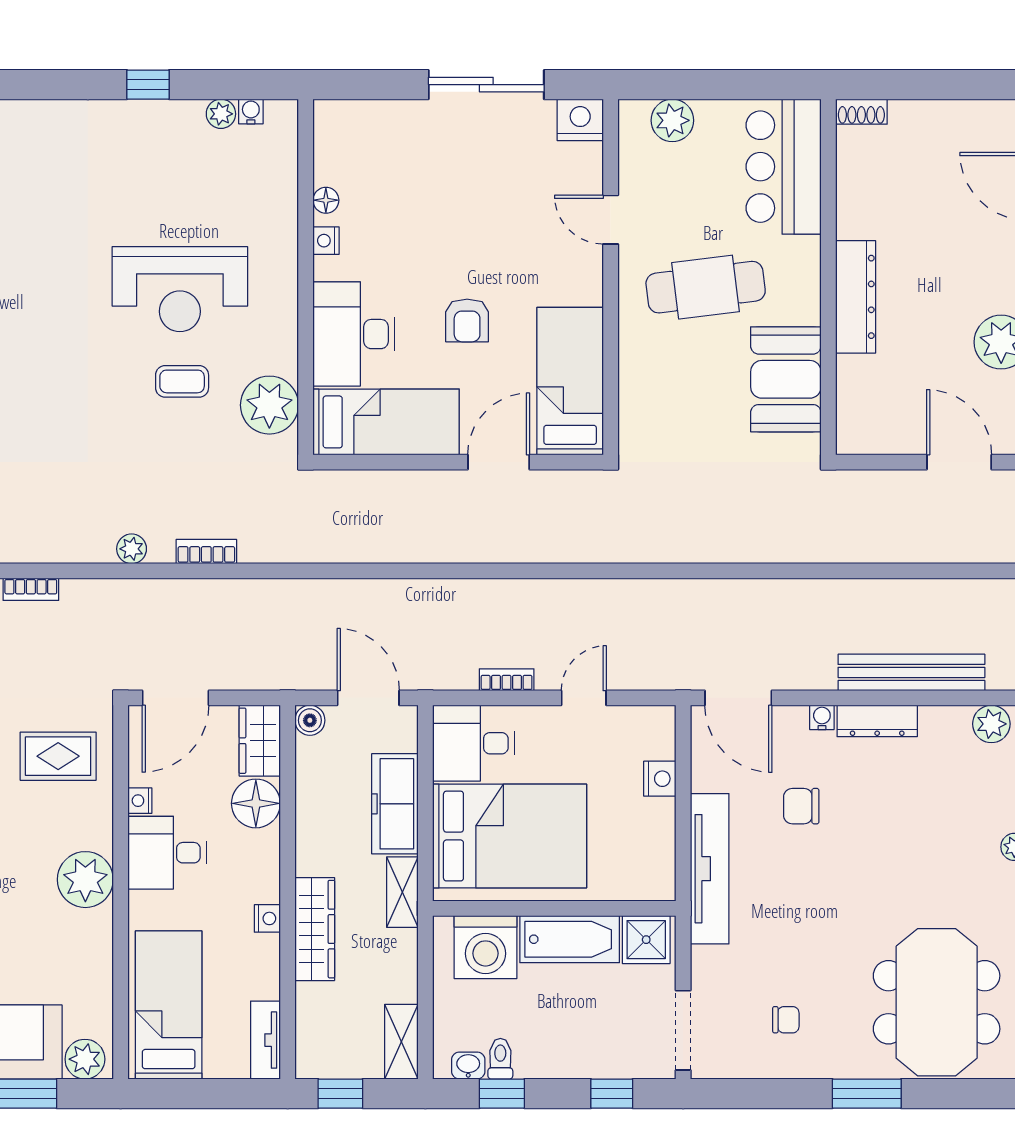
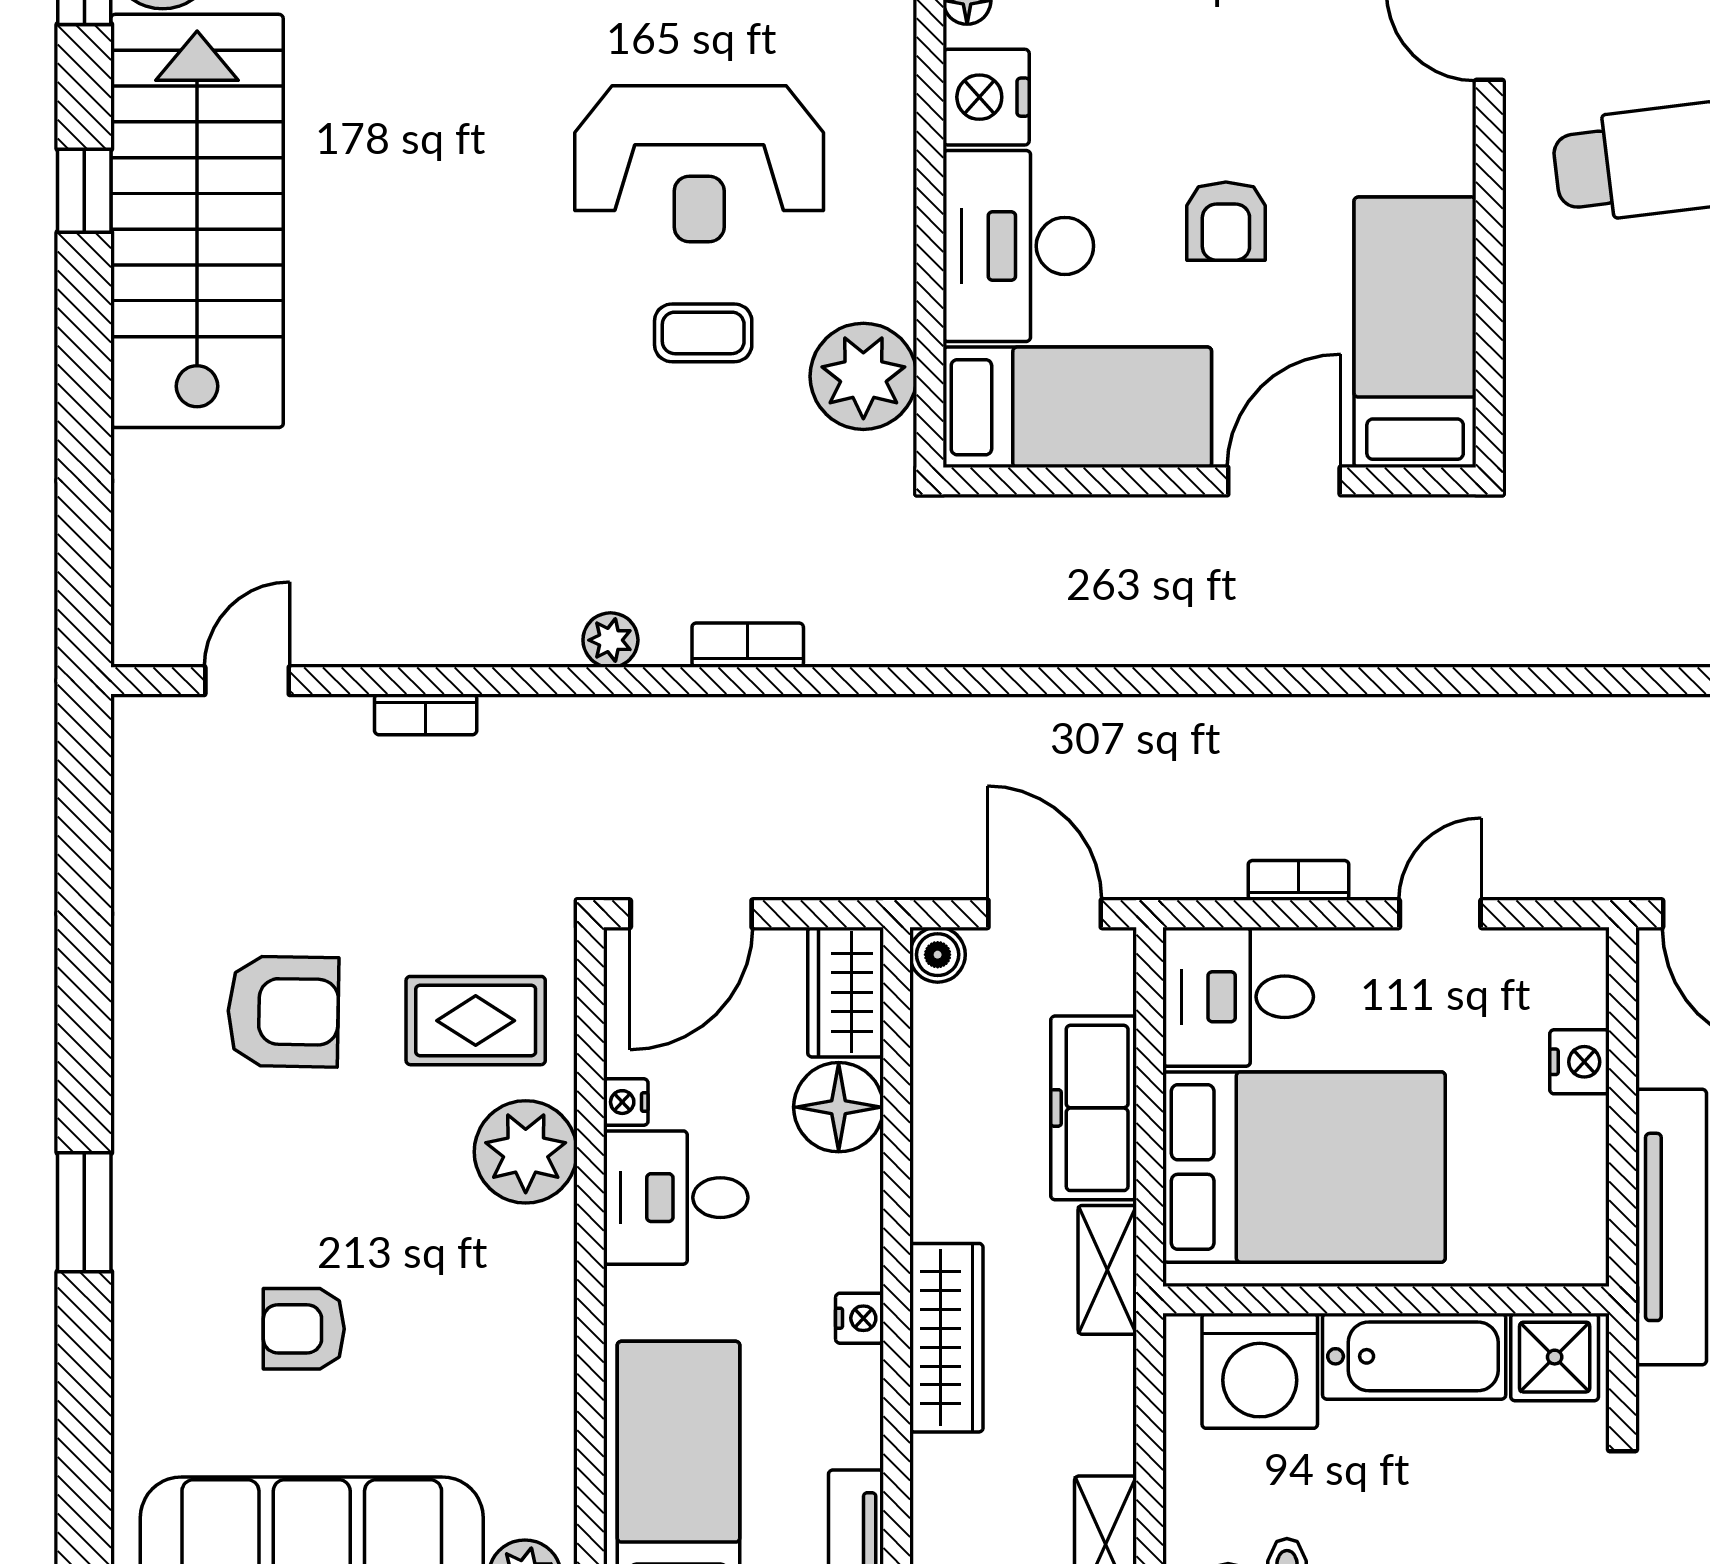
nightstand: (326, 241) -> (986, 97), width x1.89, depth x1.79
plant: (85, 880) -> (526, 1152), moved

